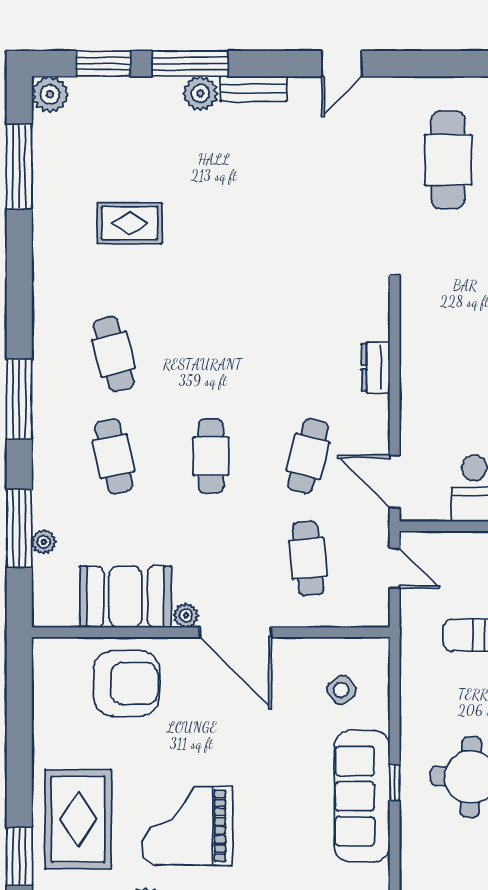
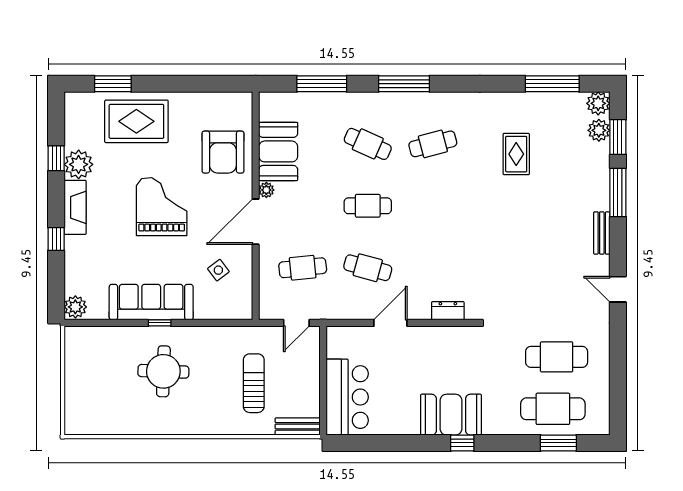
plant: (200, 93) -> (599, 130), moved
dresser: (376, 367) -> (448, 311), moved
cafe table: (114, 456) -> (368, 144), turned 36
door: (395, 482) -> (390, 323), moved
plant: (44, 542) -> (313, 99), removed
side table: (341, 690) -> (218, 270), moved
grand piano: (187, 826) -> (162, 207), moved

